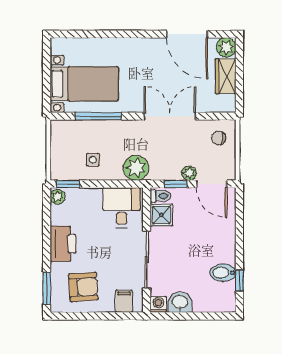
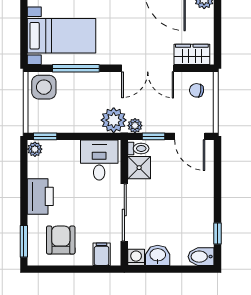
wardrobe: (226, 76) -> (192, 54), moved, turned 90
double door: (170, 116) -> (148, 68), swing flipped
side table: (93, 160) -> (44, 87), moved, width x1.87, depth x1.87
plant: (189, 173) -> (135, 126), moved
bidet: (223, 273) -> (201, 257), moved
armchair: (83, 287) -> (61, 240), turned -86

